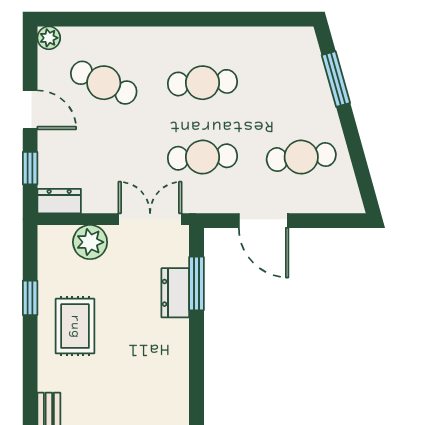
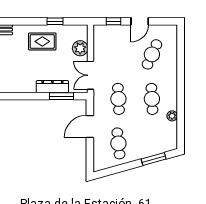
plant: (49, 38) -> (172, 116), moved
dresser: (59, 201) -> (99, 34), removed
double door: (150, 219) -> (90, 75), swing flipped
dresser: (175, 293) -> (52, 87), width x1.44

